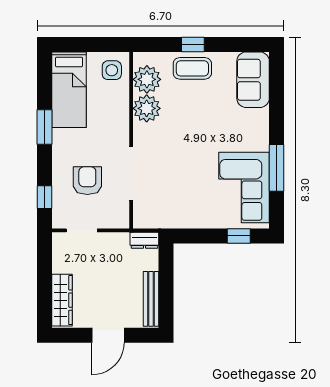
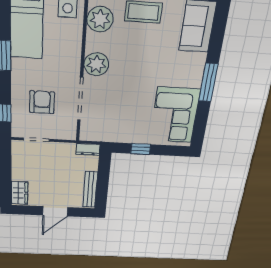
plant: (147, 108) -> (96, 64), moved
window: (277, 168) -> (208, 83), moved
window: (239, 236) -> (141, 149), moved
wardrobe: (62, 300) -> (20, 193), width x0.67

